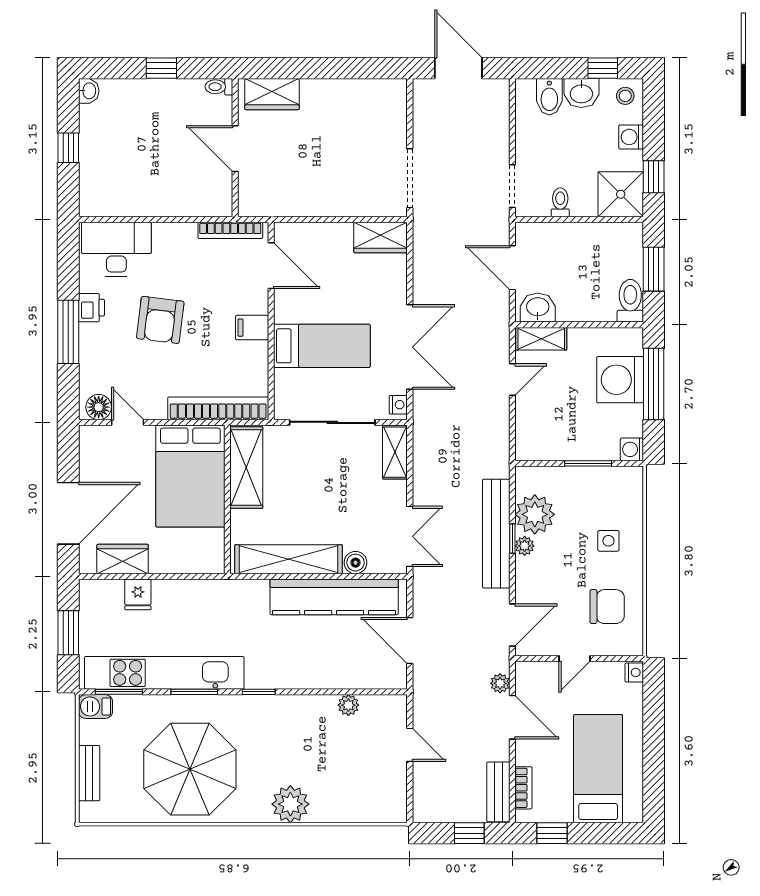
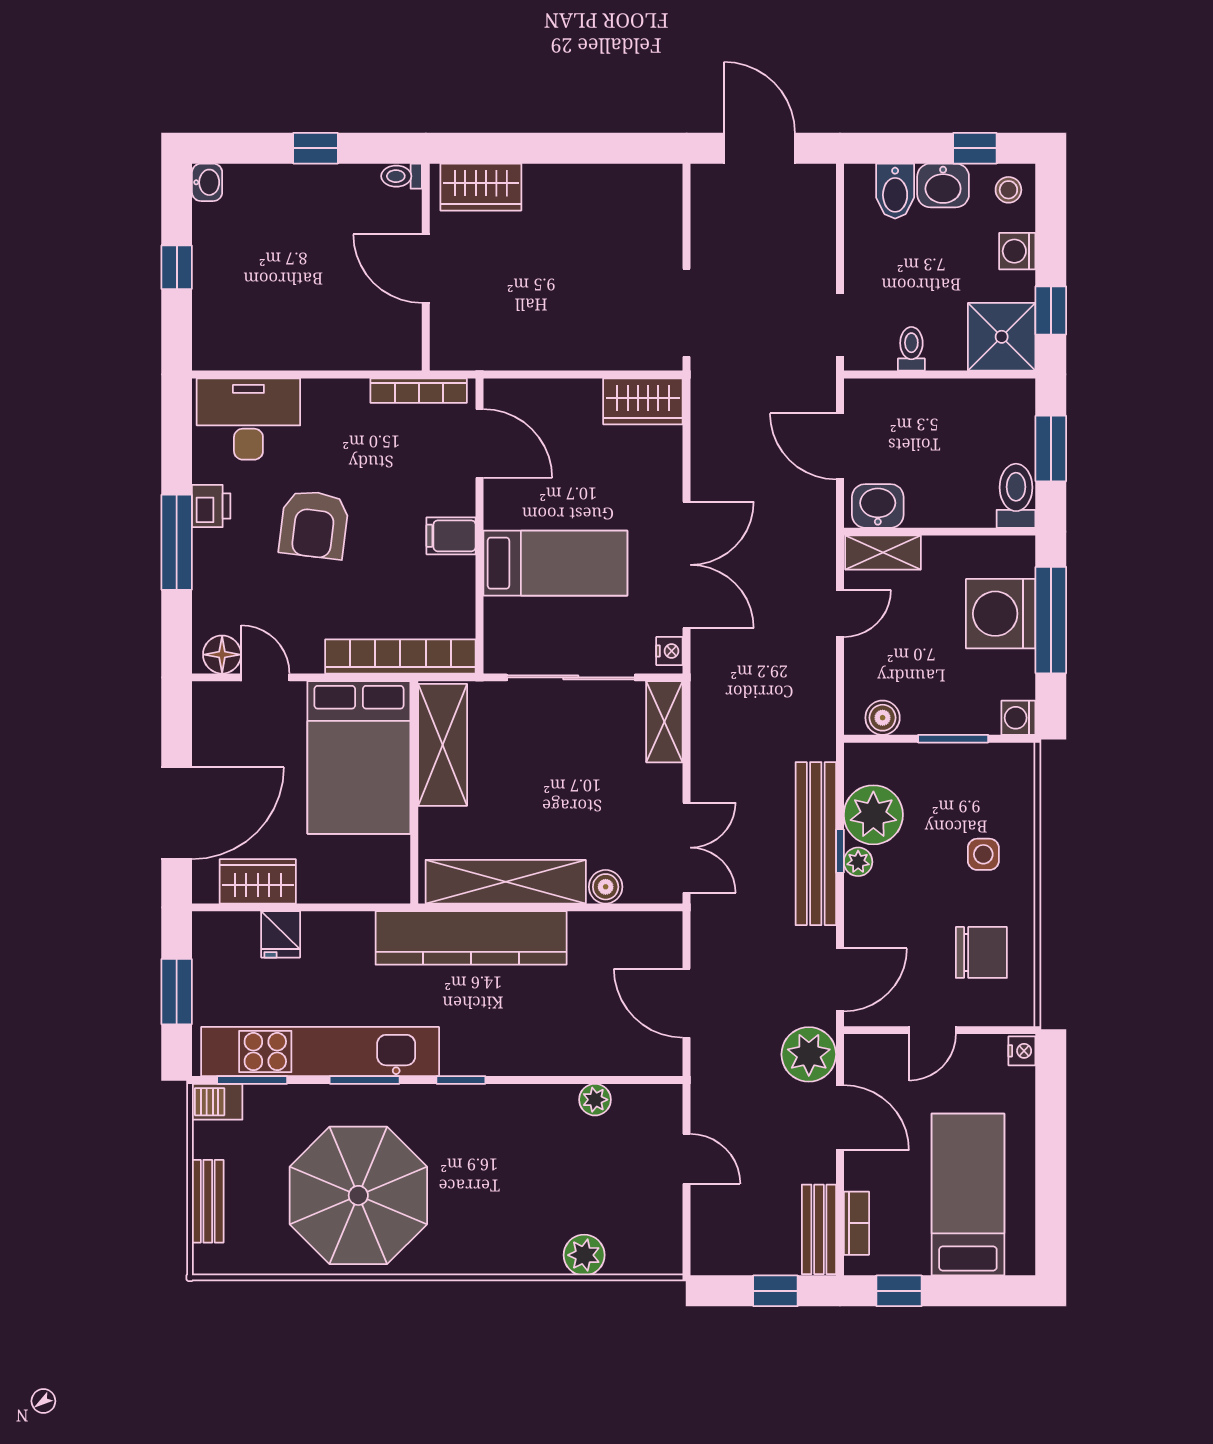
boiler: (541, 449) -> (883, 718), added
kitchen counter: (334, 597) -> (471, 938), moved
plant: (500, 683) -> (809, 1054), width x1.87, depth x1.87
plant: (290, 804) -> (584, 1255), moved, width x0.73, depth x0.73

